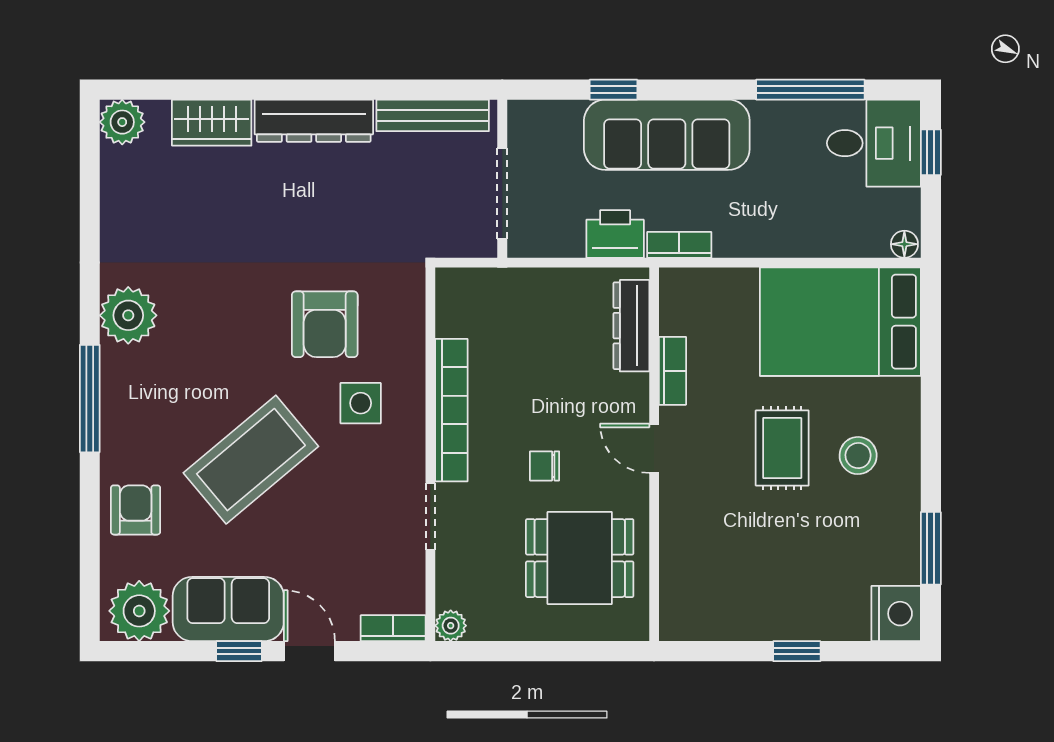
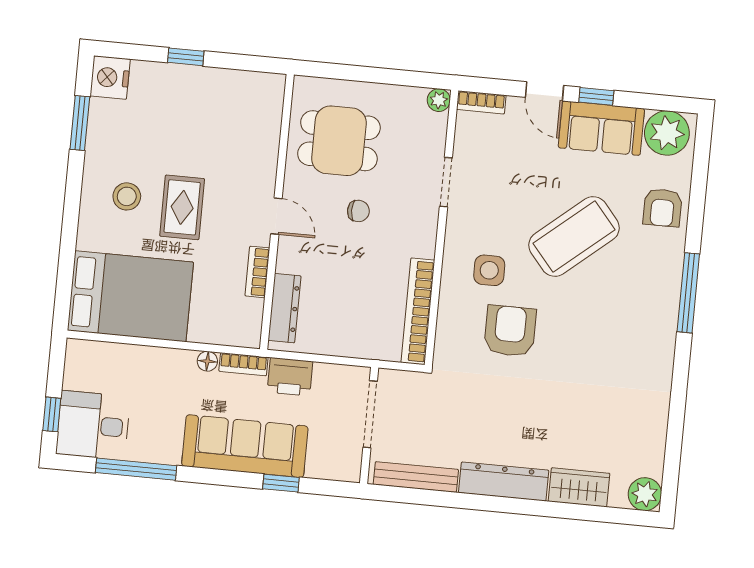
floor lamp: (904, 244) -> (207, 361), moved
plant: (128, 315) -> (654, 351), removed
bookcase: (451, 410) -> (418, 311), moved

